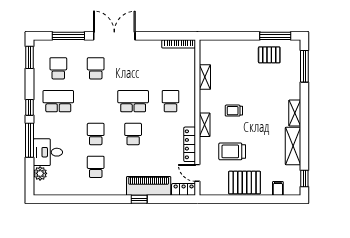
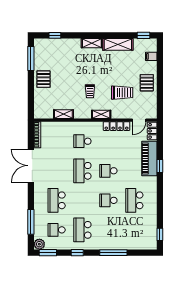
double door: (114, 36) -> (31, 166), moved
pallet: (269, 55) -> (43, 79), moved
window: (304, 66) -> (55, 35), width x0.46
school desk: (96, 68) -> (57, 200), width x1.85
window: (30, 107) -> (77, 253), moved
trolley: (232, 151) -> (122, 93), turned -90
desk: (48, 152) -> (123, 238), removed
school desk: (96, 167) -> (134, 200), width x1.85
plant: (40, 173) -> (39, 244), moved
pallet: (245, 183) -> (147, 83), width x0.67, depth x0.71
window: (53, 199) -> (160, 234), added

